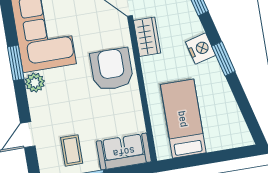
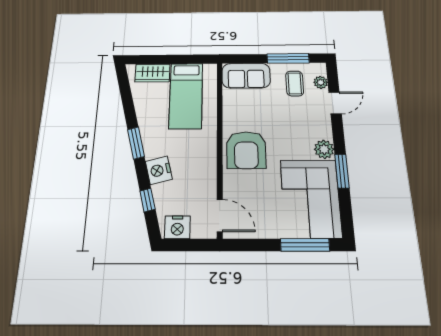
wardrobe: (147, 37) -> (153, 73), moved, turned -90
nightstand: (201, 49) -> (159, 170), moved
plant: (45, 156) -> (321, 82), added

